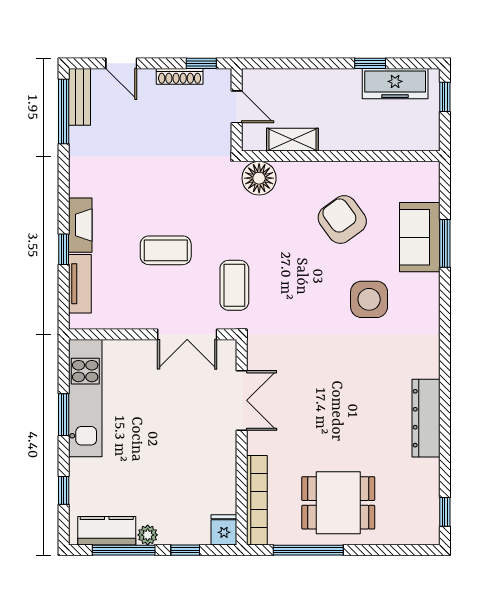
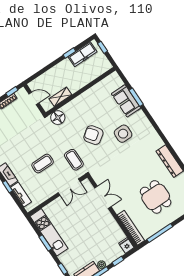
armchair: (342, 220) -> (93, 135), moved
dining table: (338, 503) -> (156, 197), moved, turned 90

